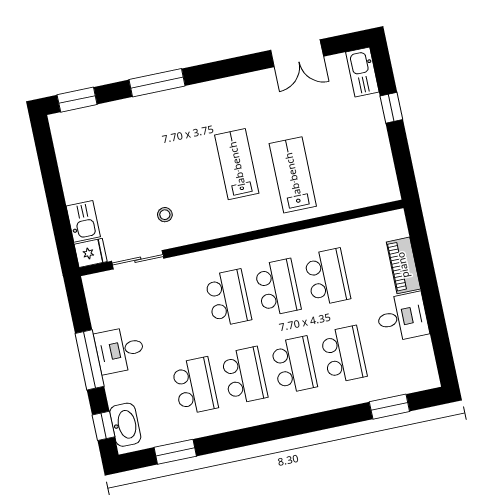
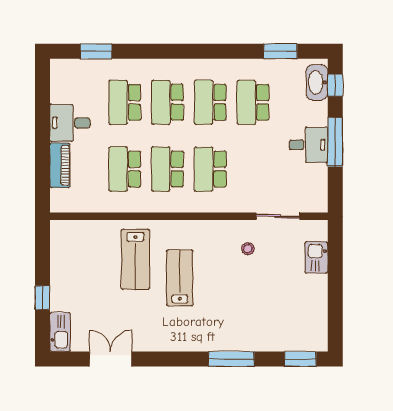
lab bench: (237, 164) -> (180, 278), turned 180
fridge: (91, 253) -> (316, 230), removed

